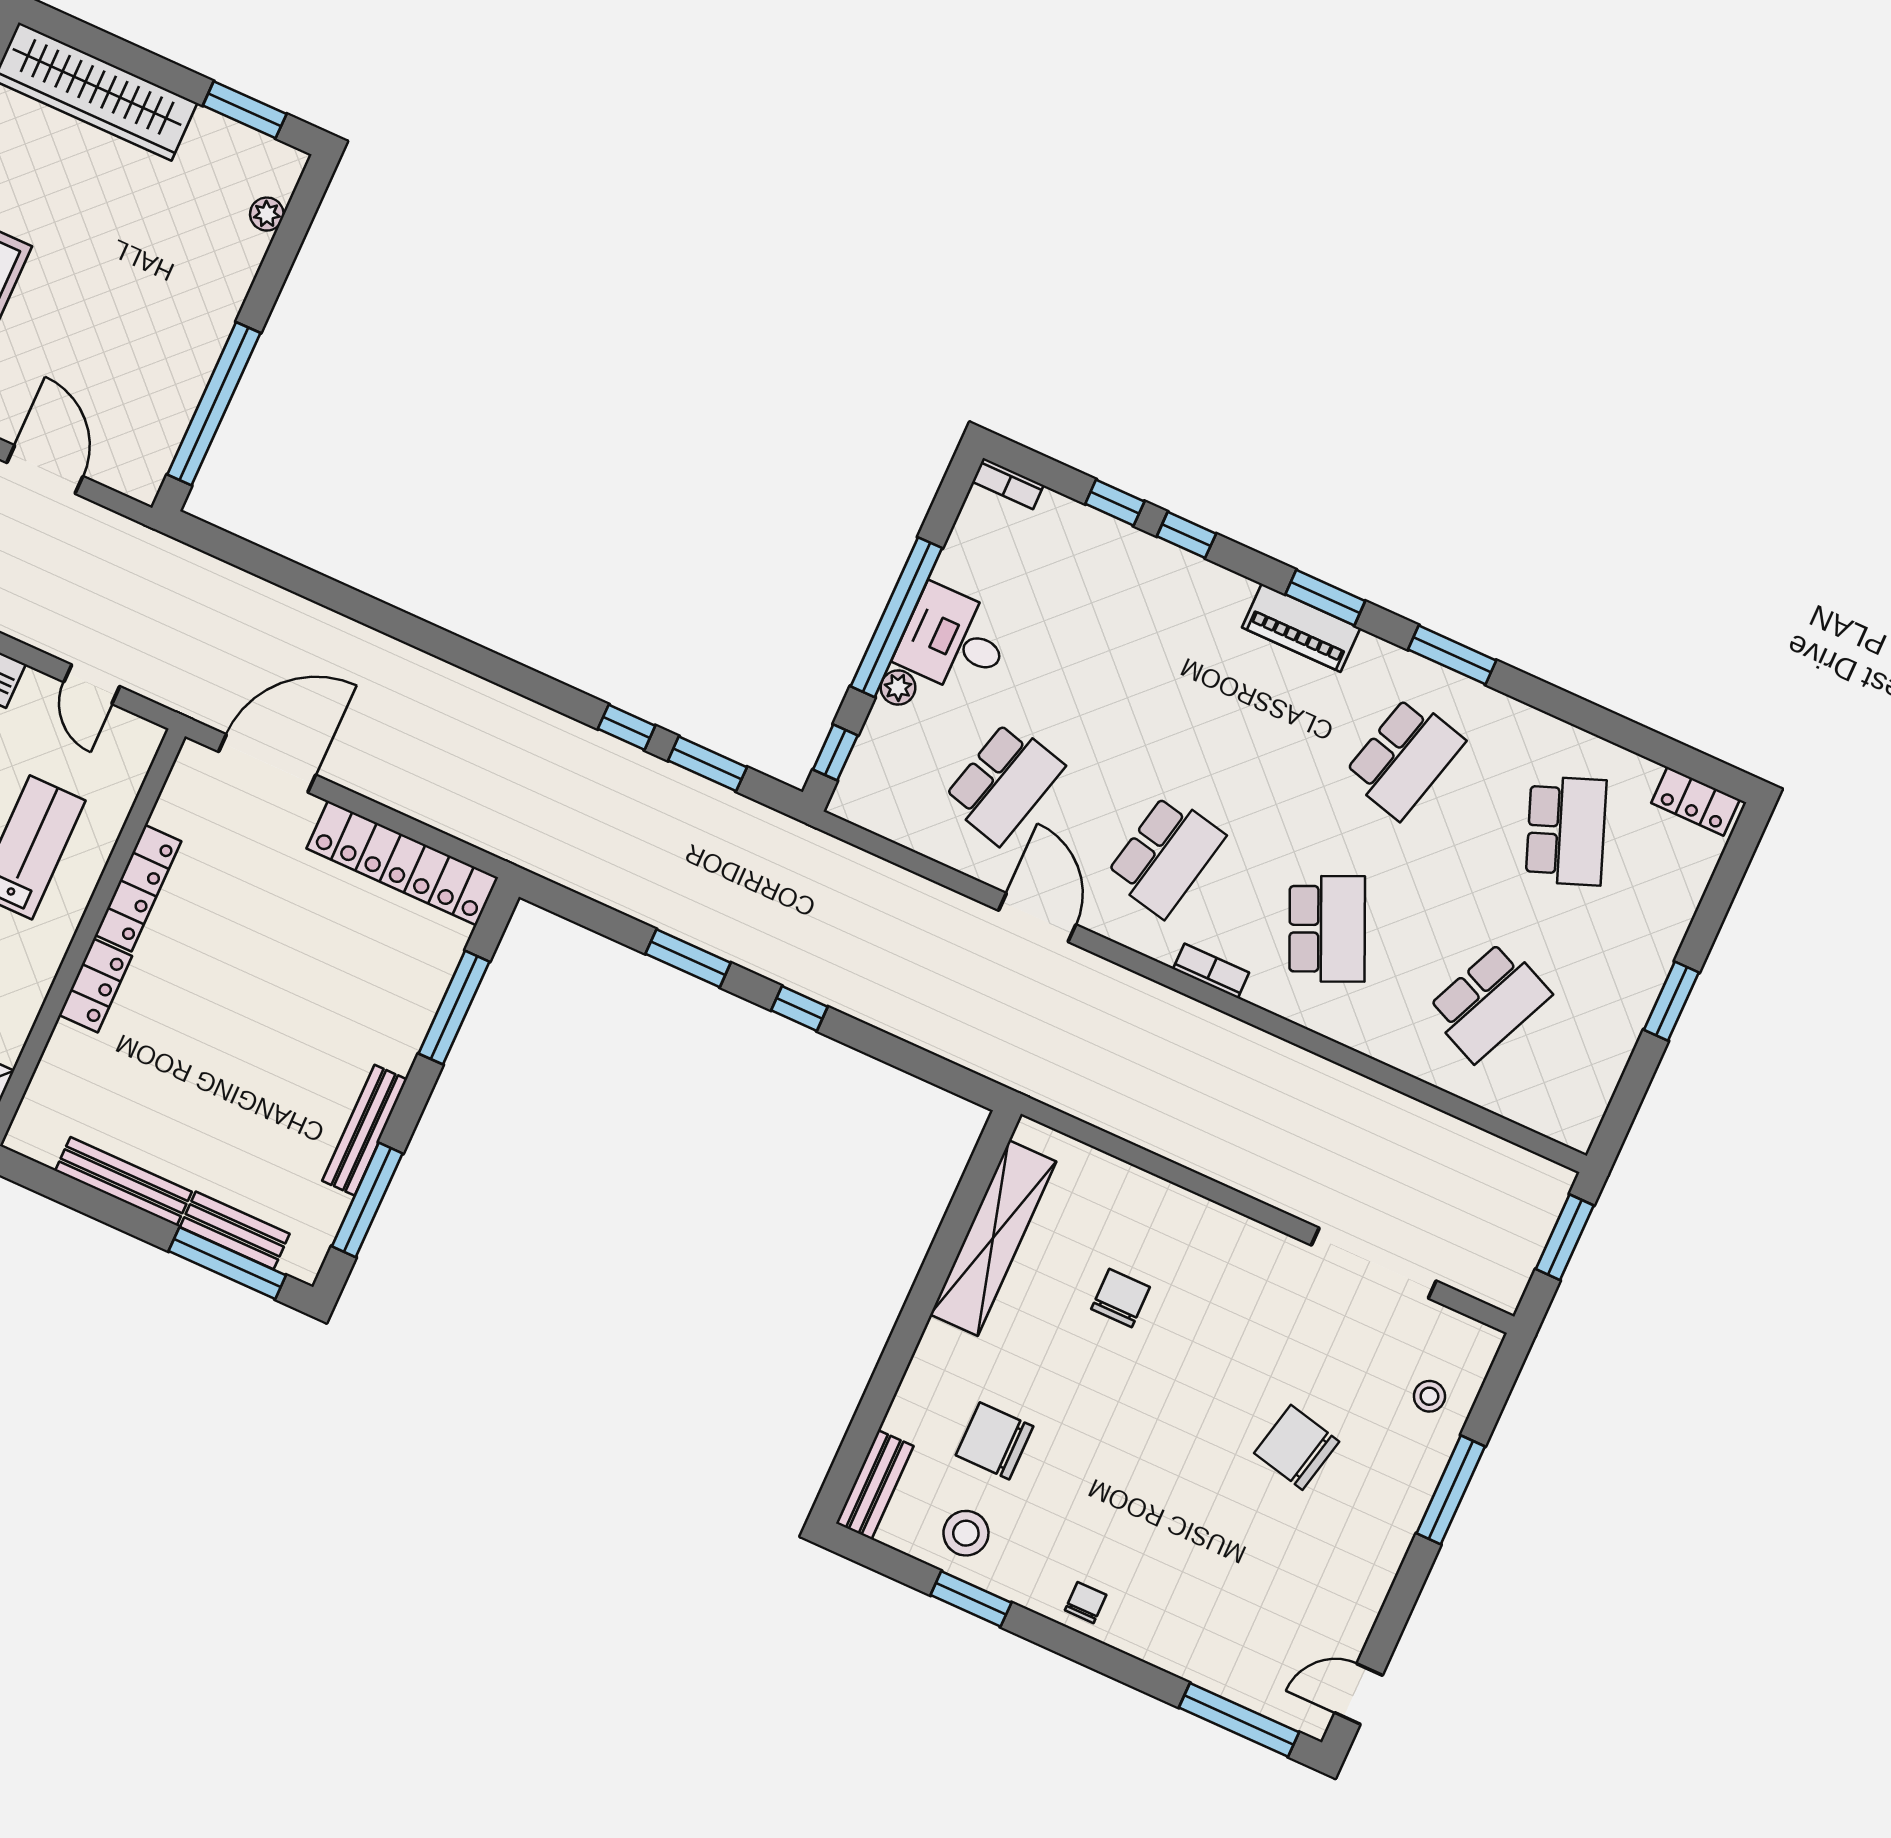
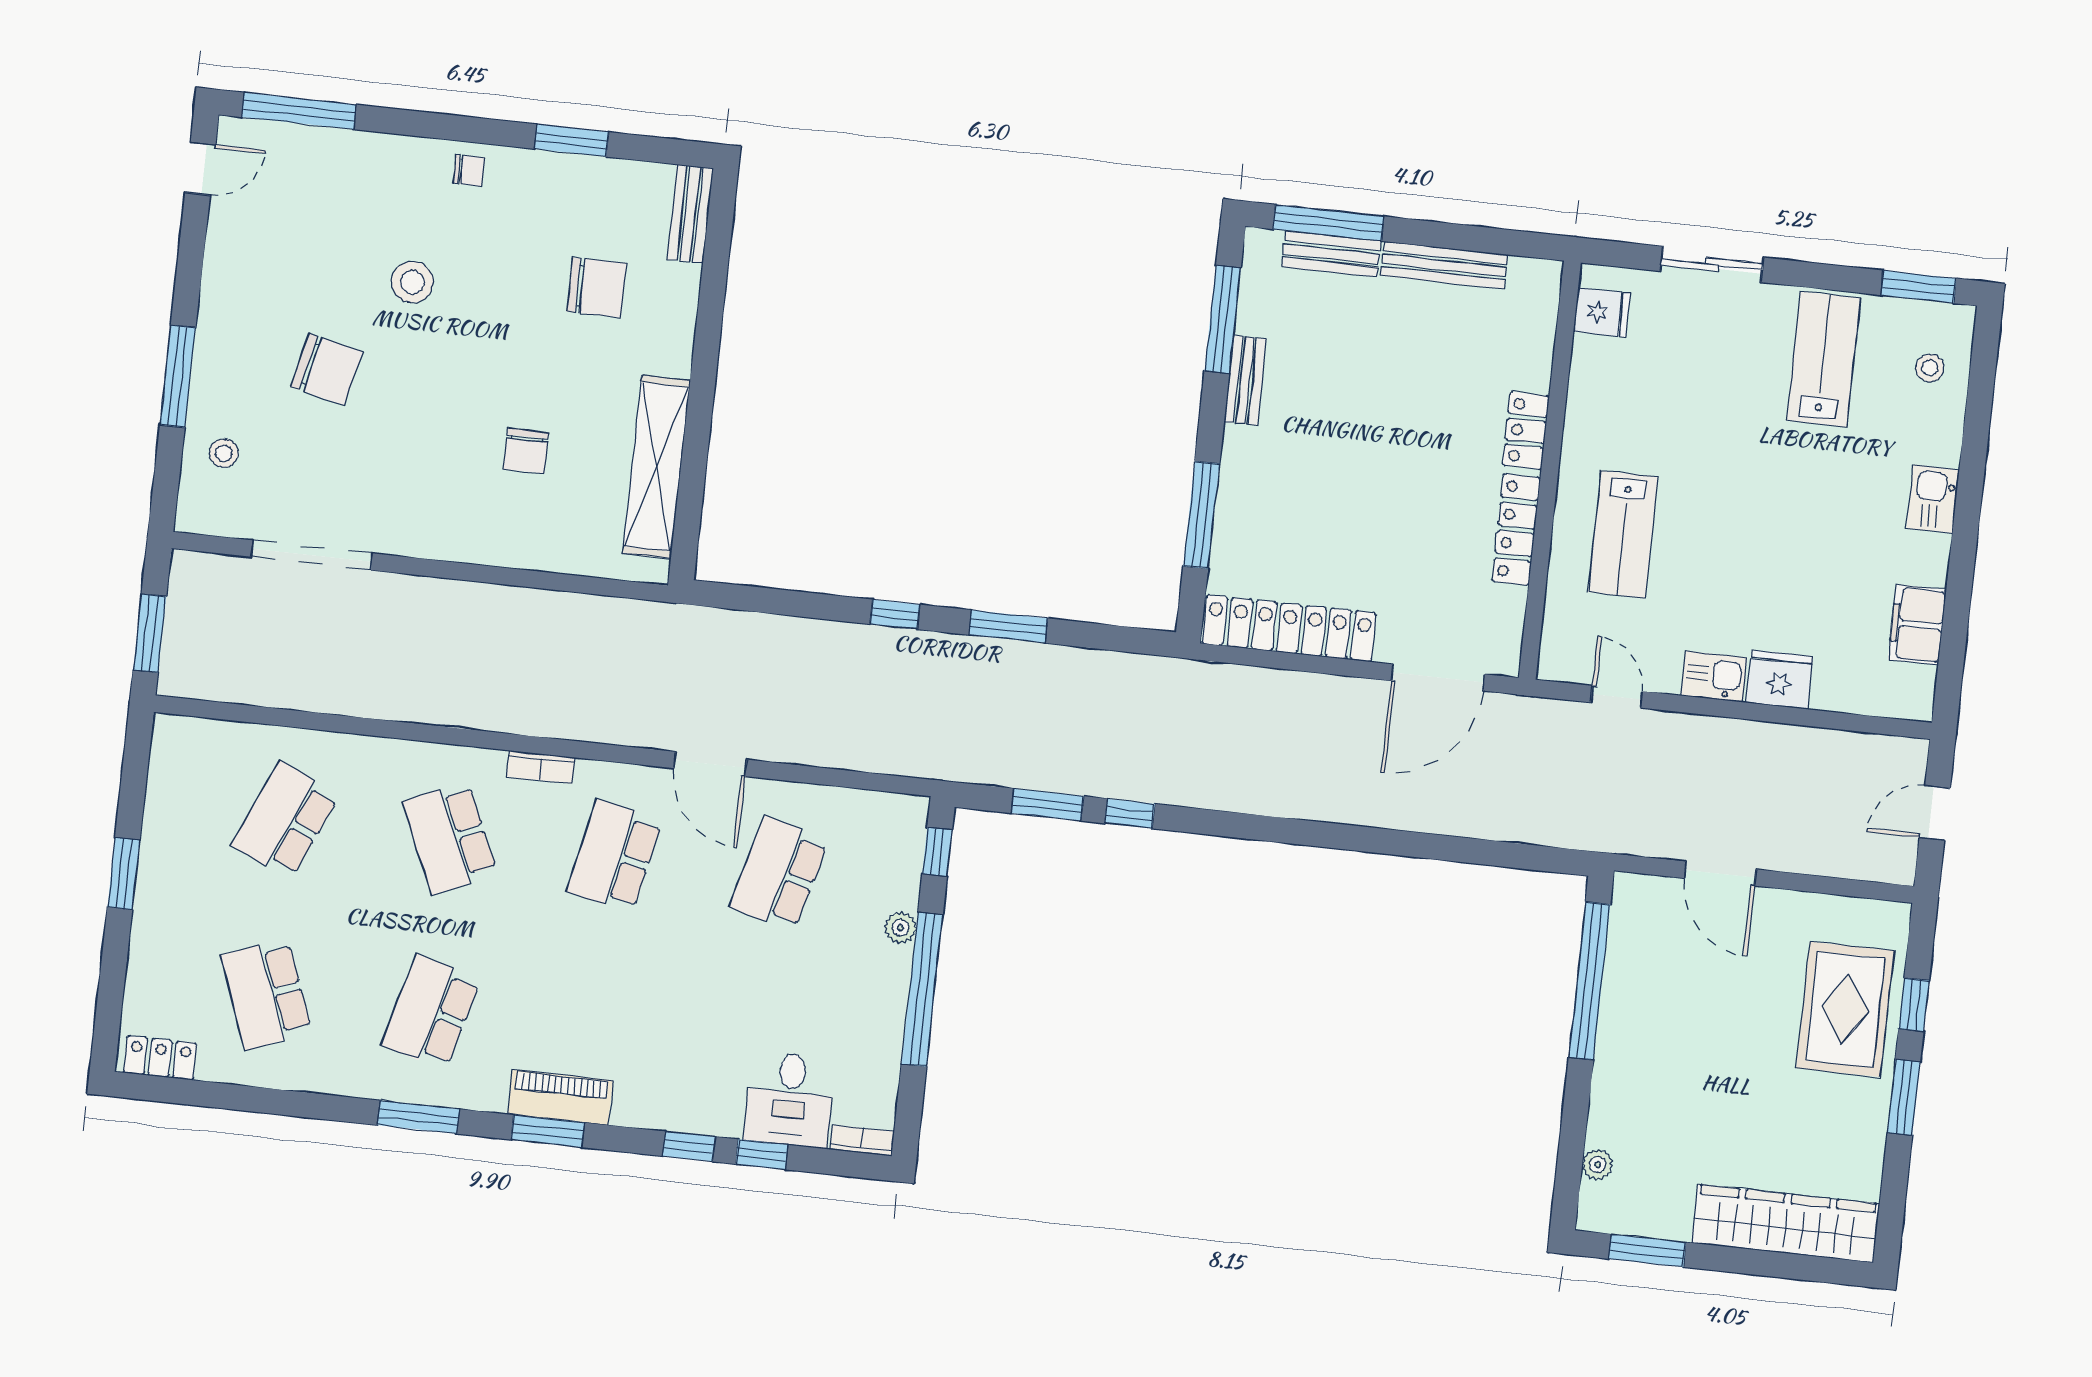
desk: (954, 640) -> (790, 1099), moved, turned 90
bench: (365, 1130) -> (1245, 380), width x0.73
stool: (966, 1533) -> (412, 282), moved
chair: (1086, 1603) -> (469, 170), turned -90

